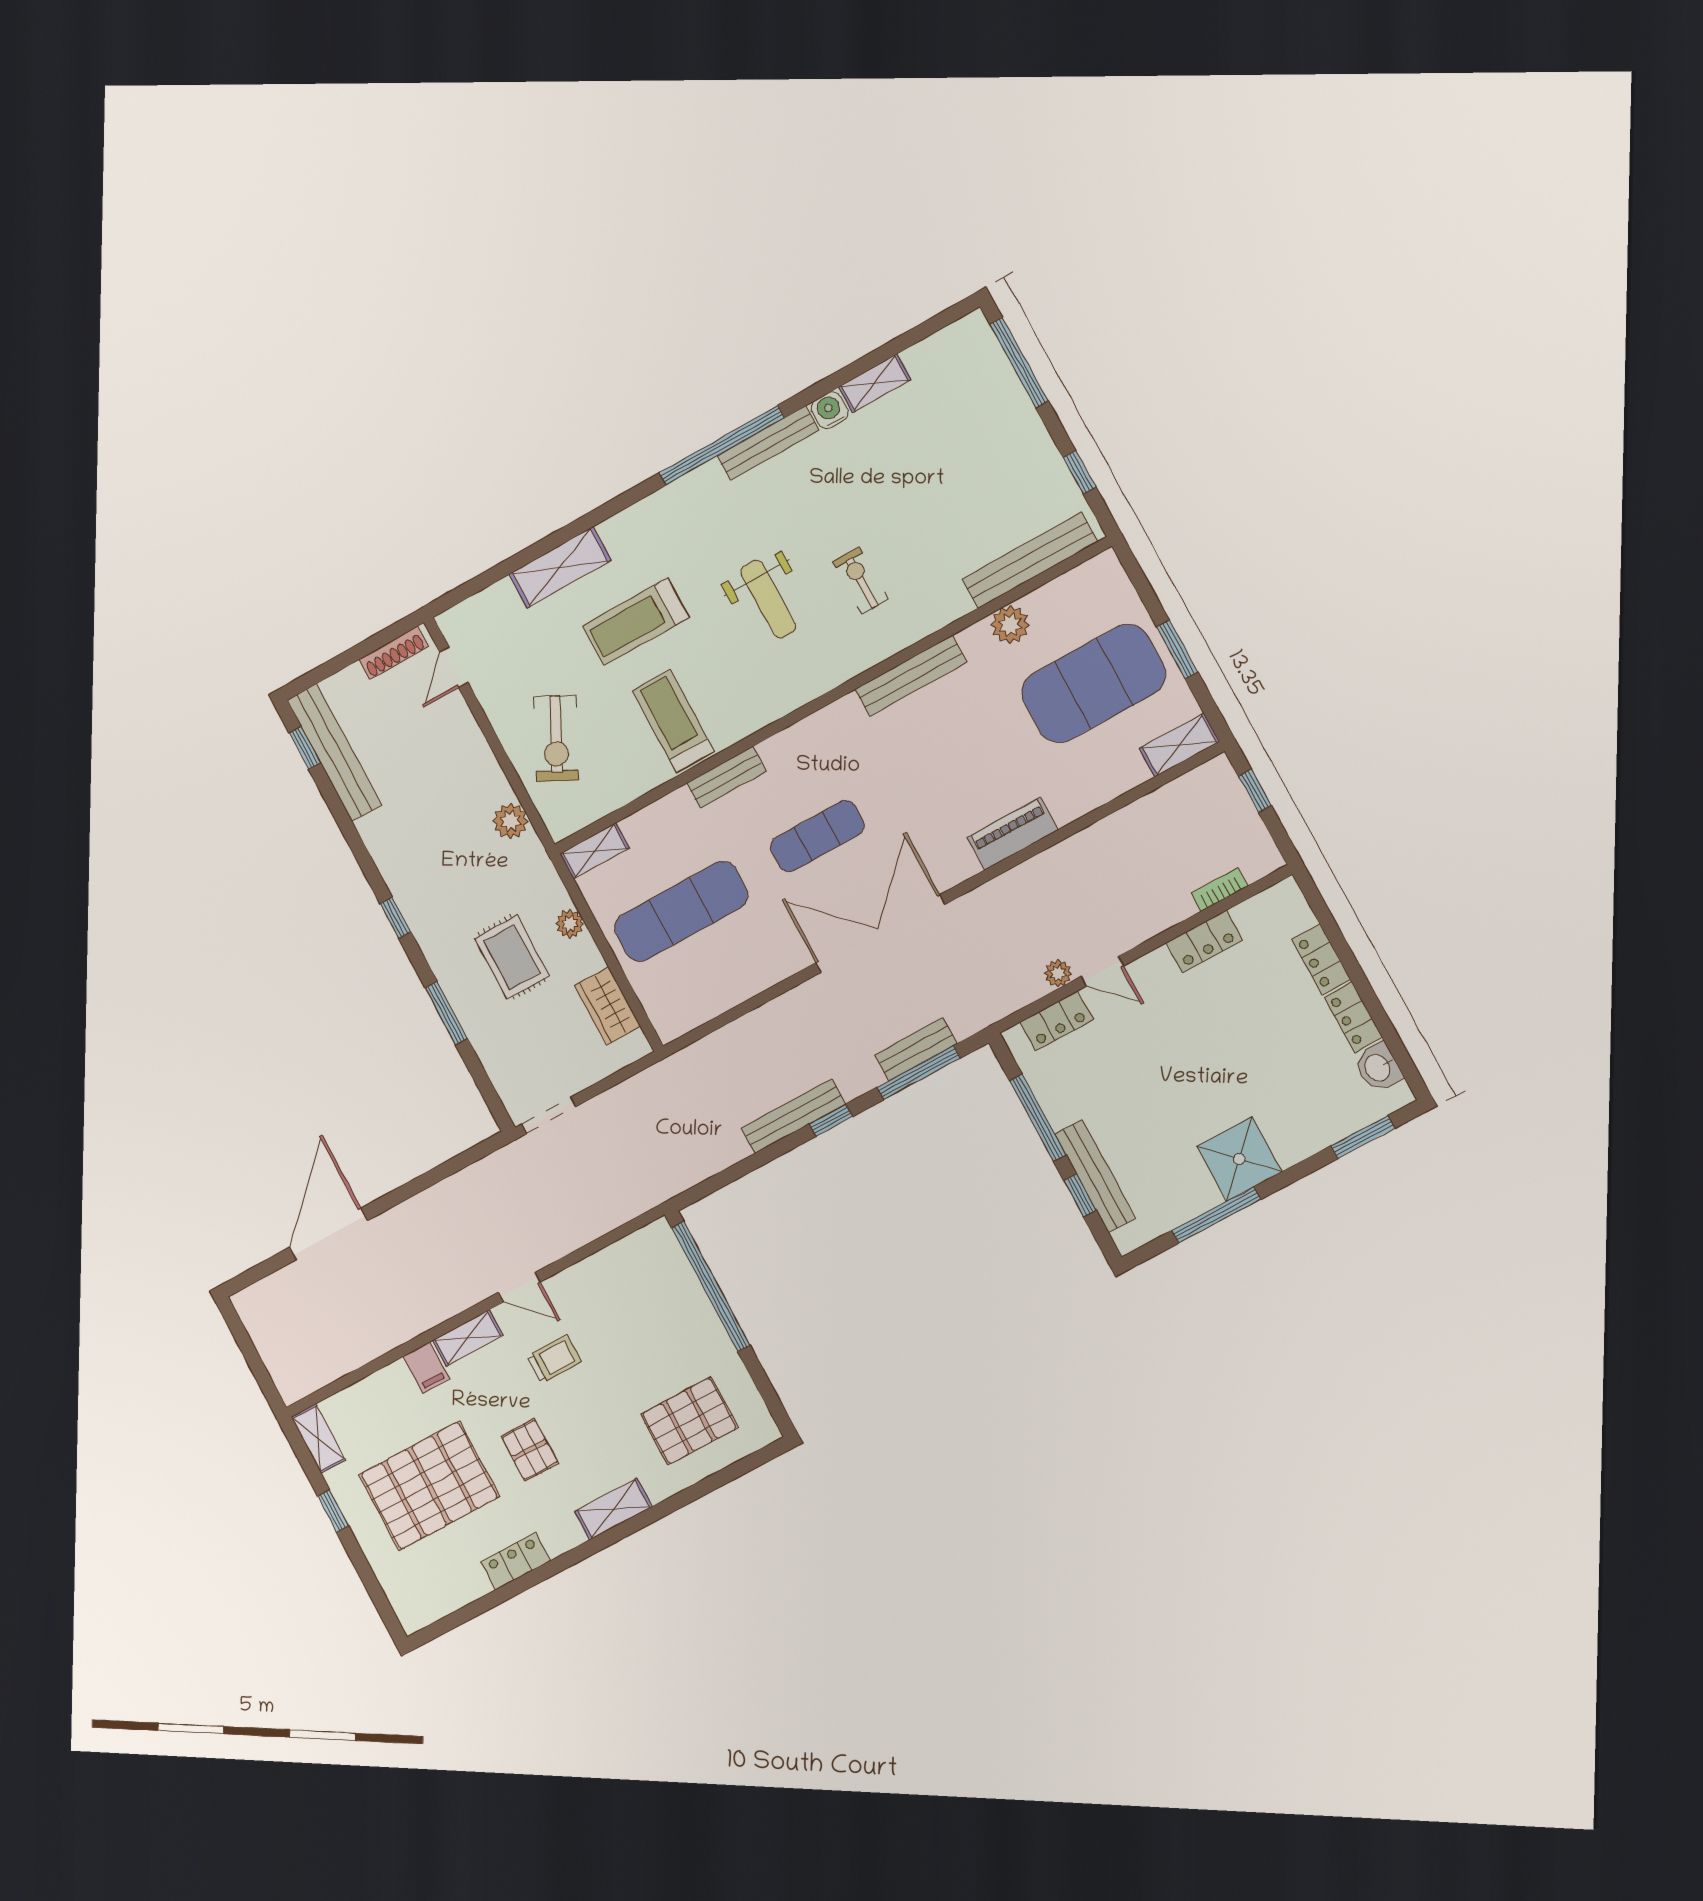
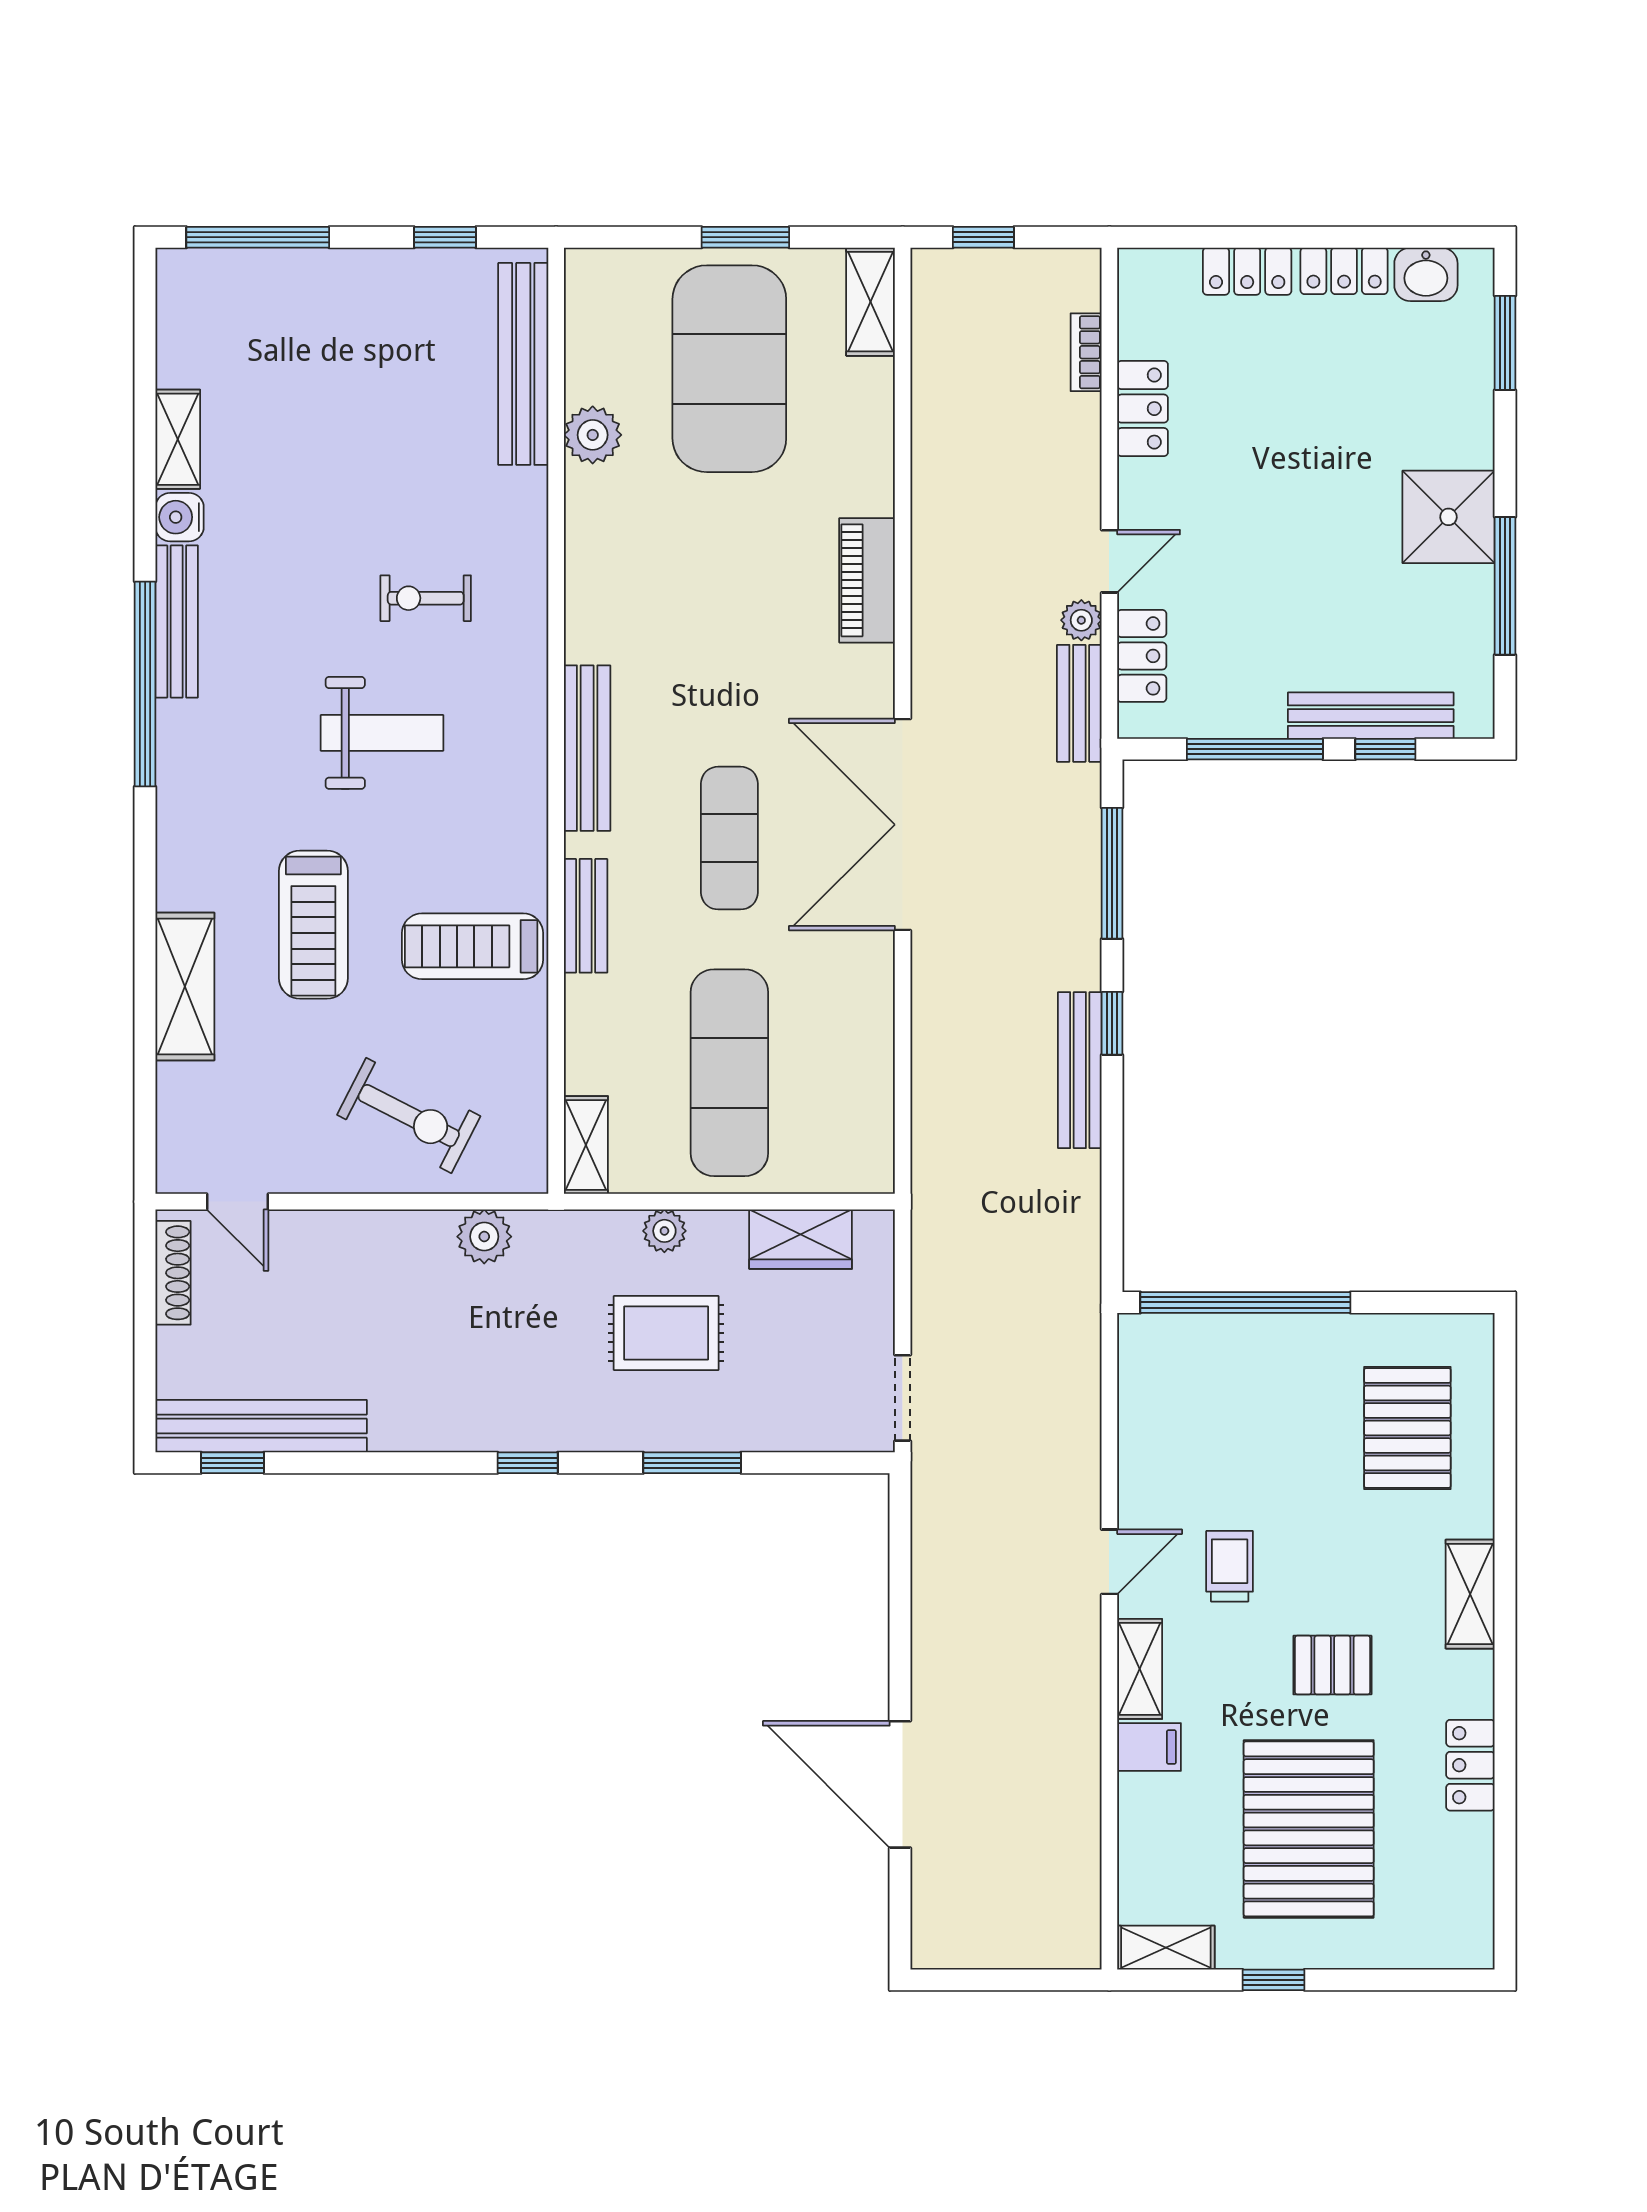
bench: (911, 676) -> (587, 748), moved
bench: (916, 1049) -> (1079, 703), moved

